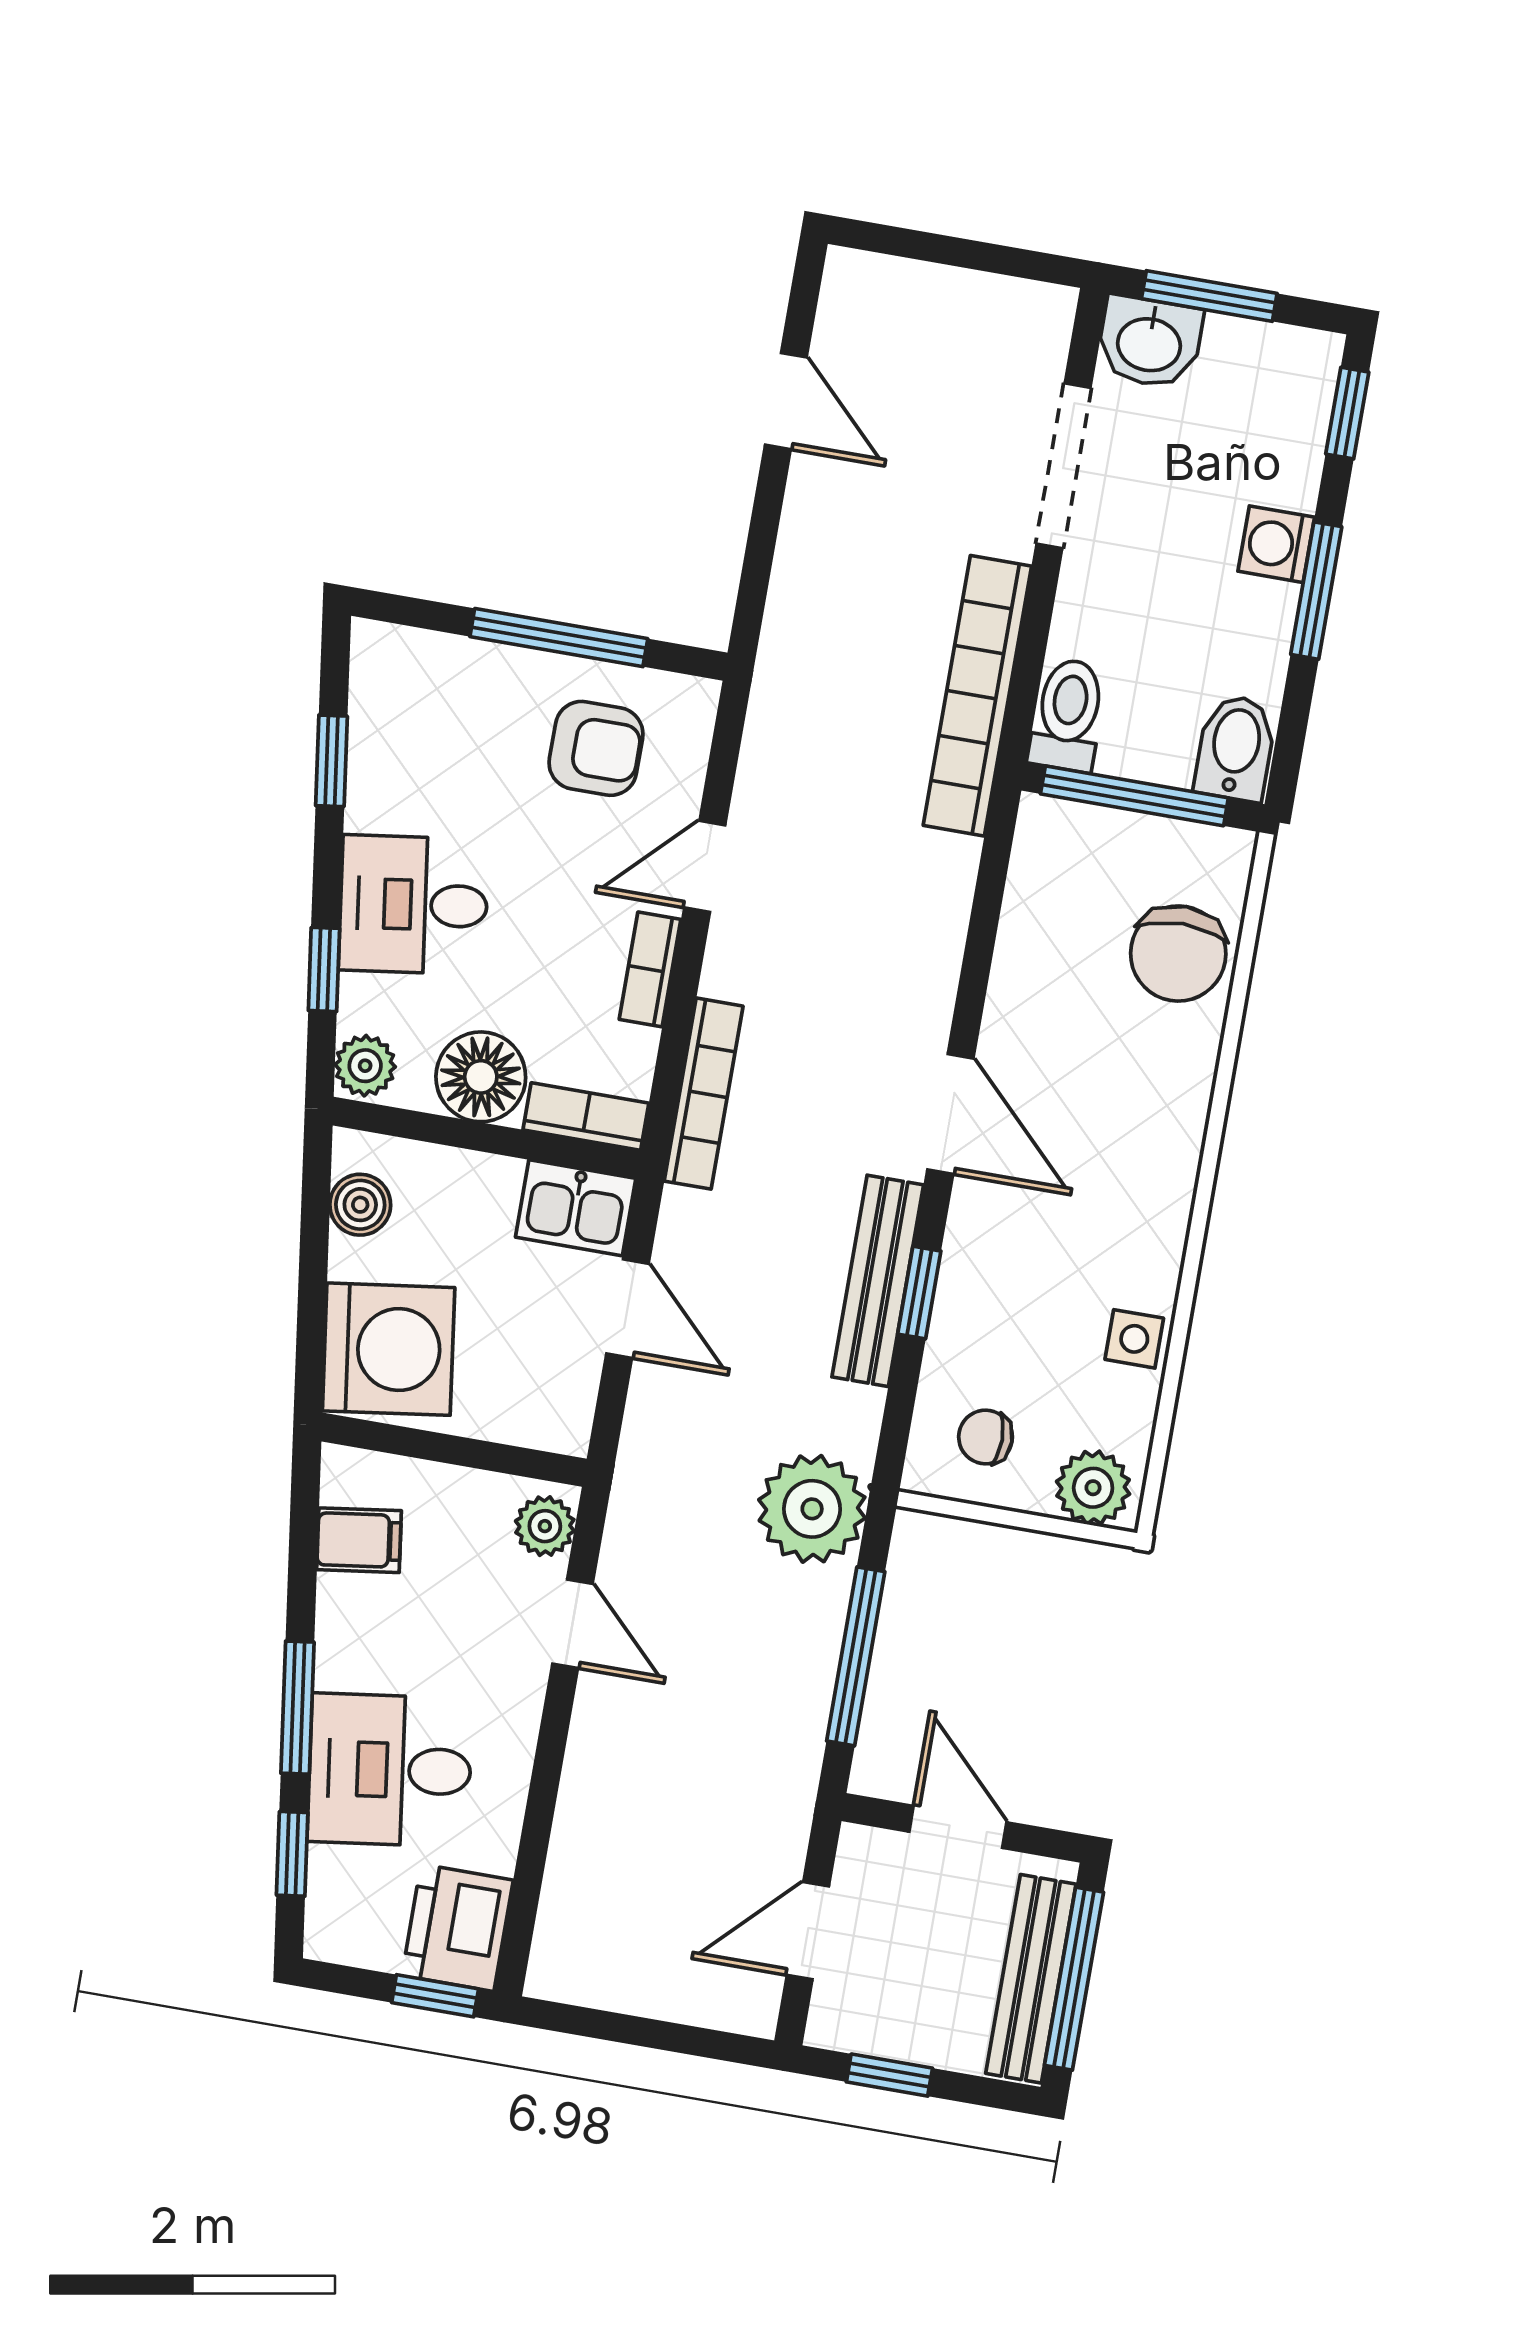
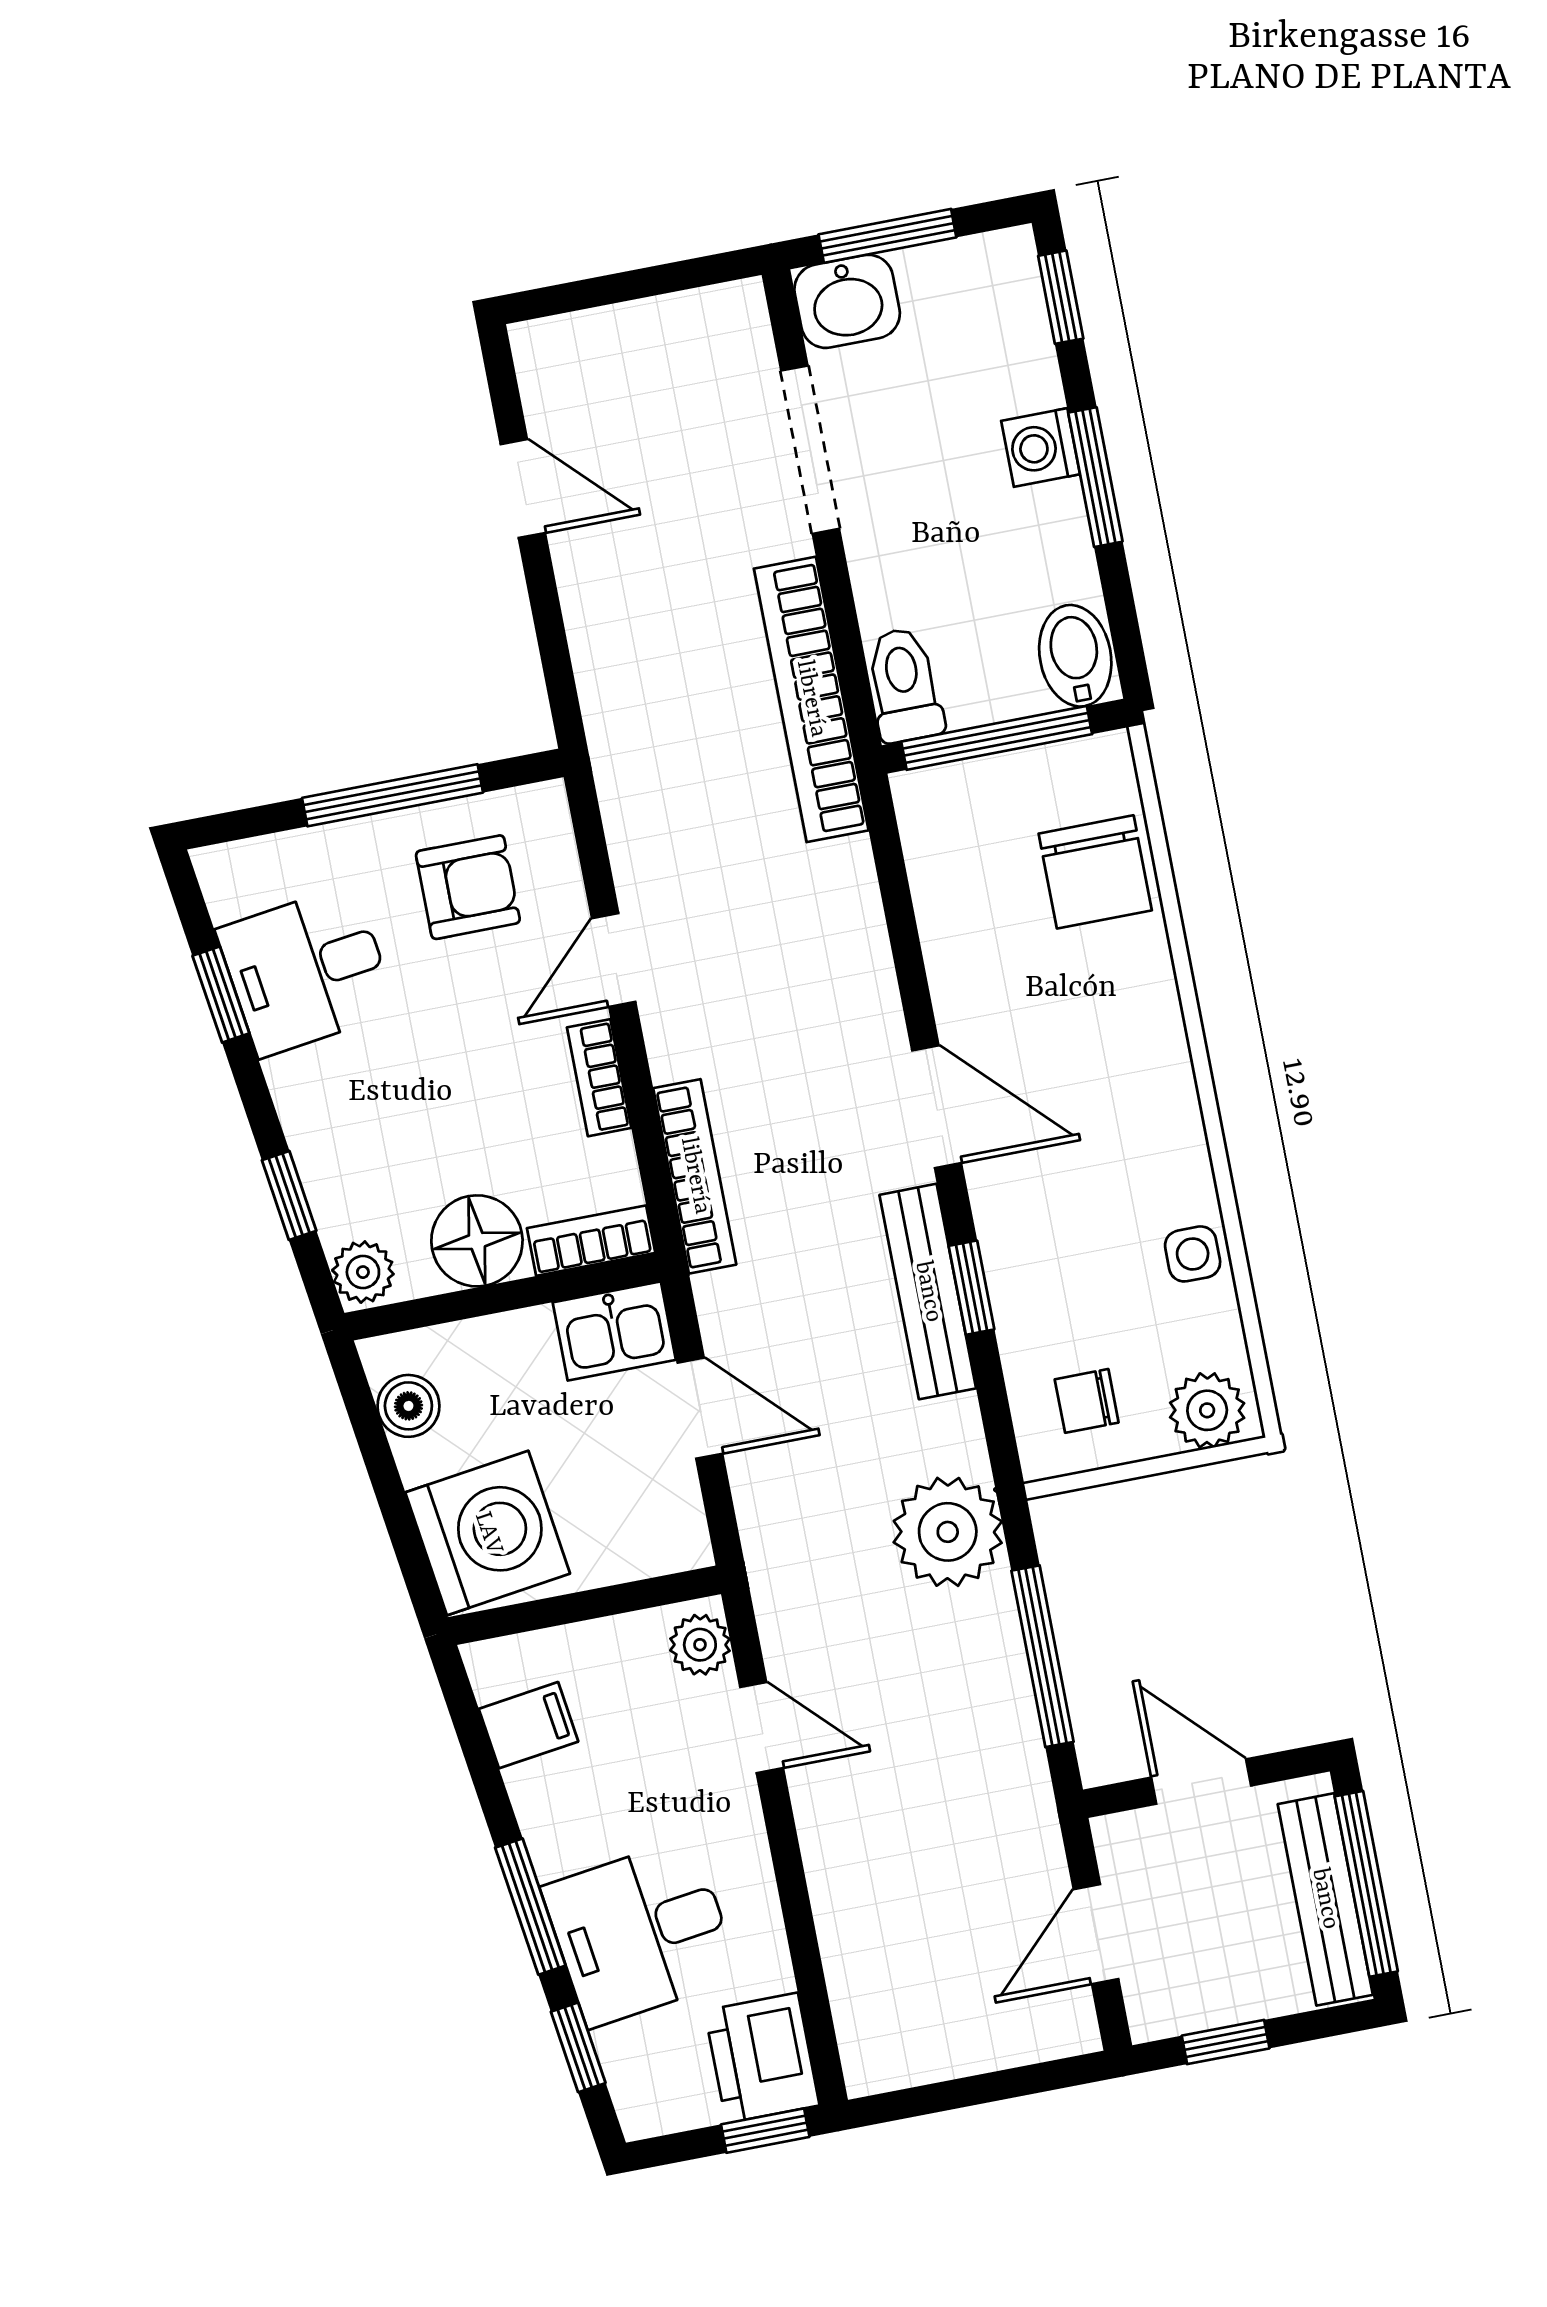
desk: (414, 905) -> (307, 971), moved

